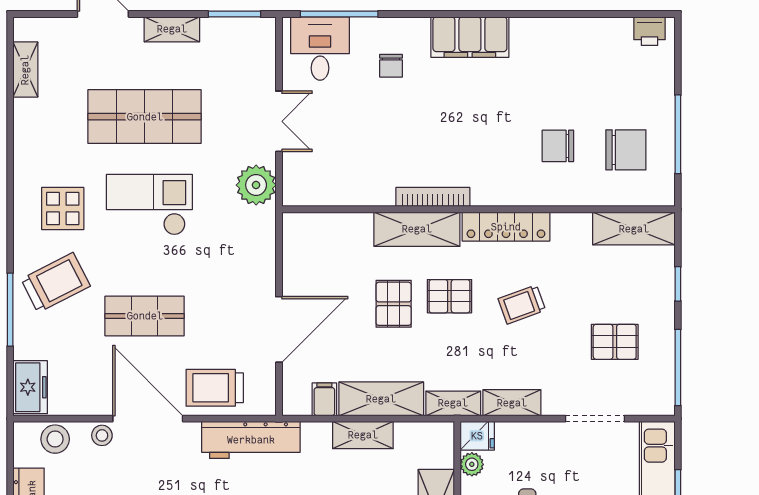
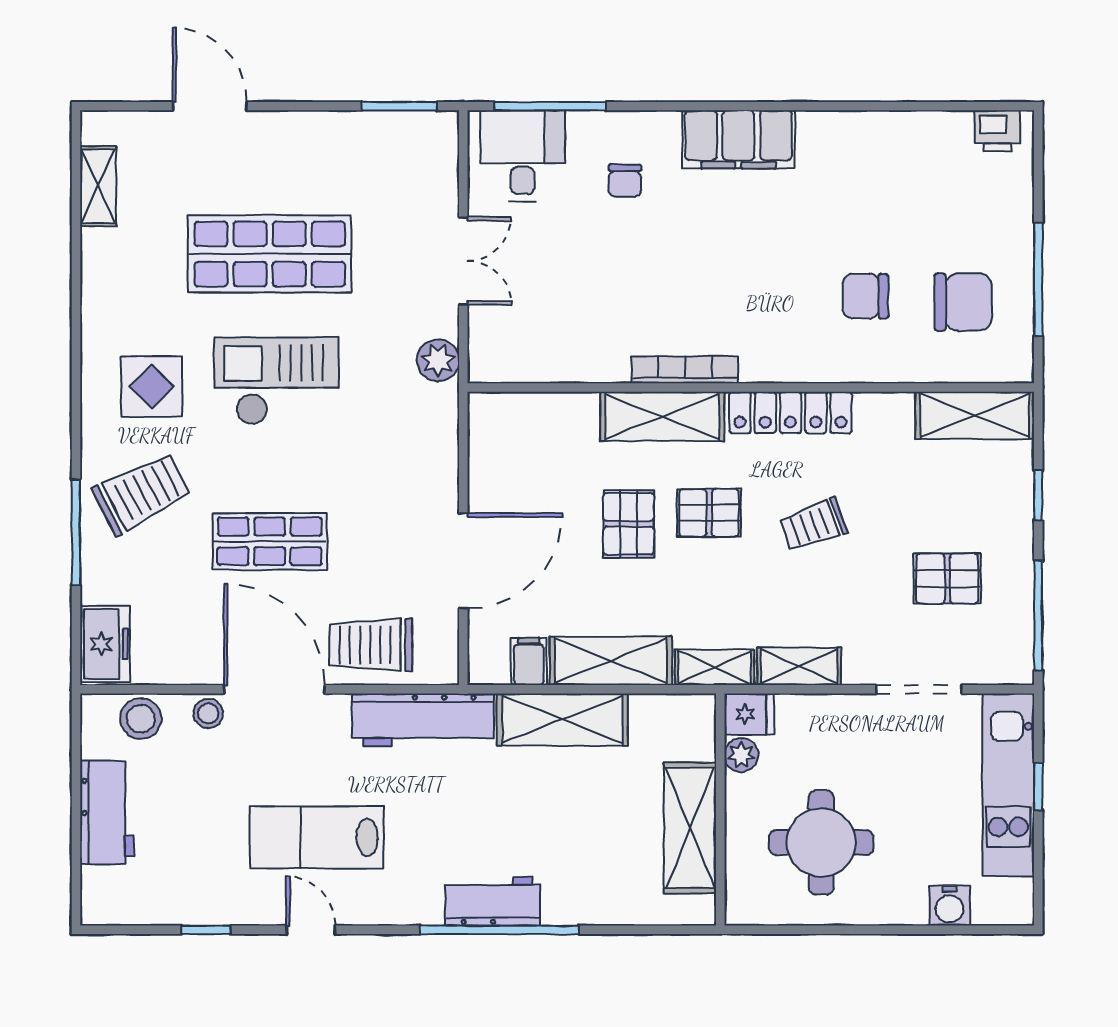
shelving: (172, 29) -> (309, 128), removed
plant: (256, 185) -> (438, 360), width x0.73, depth x0.73
shelving: (363, 435) -> (562, 719), width x1.50, depth x1.33

